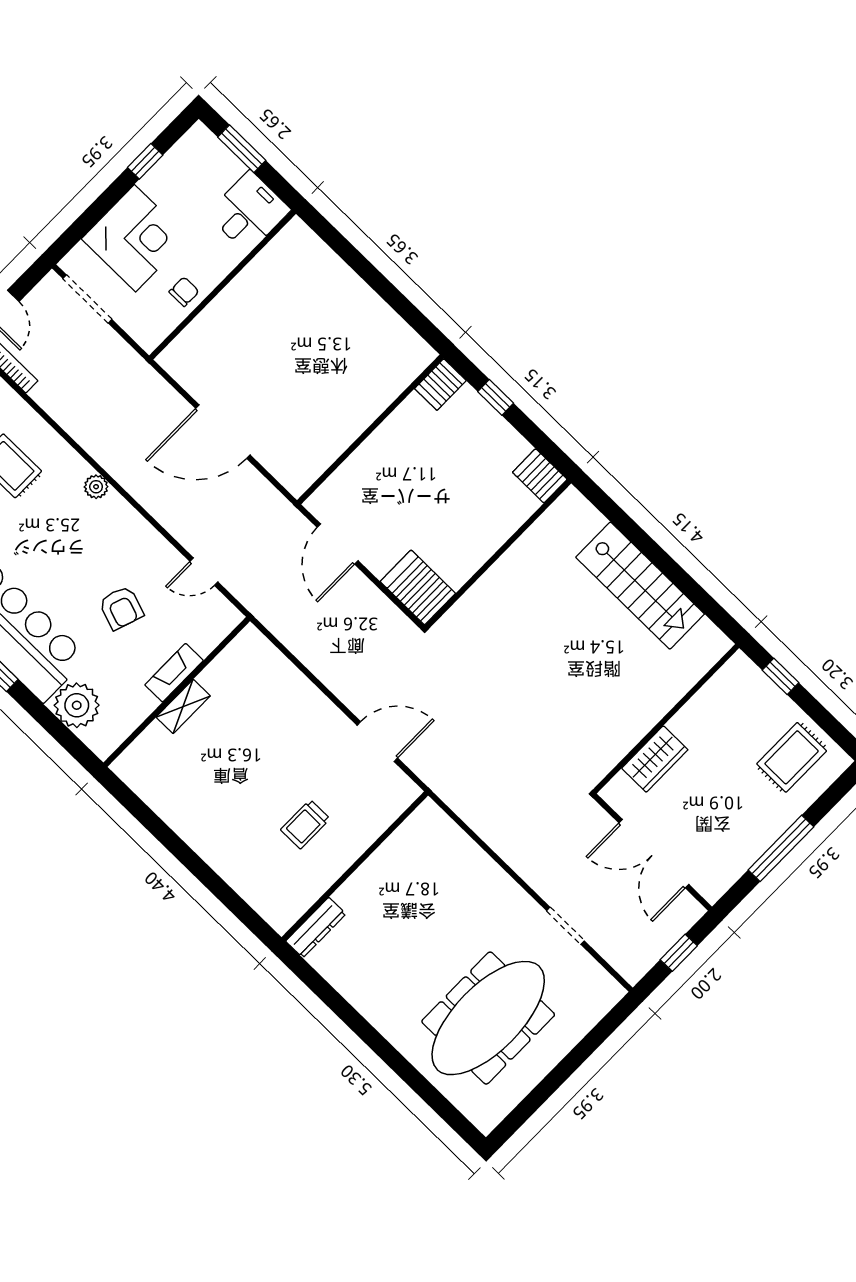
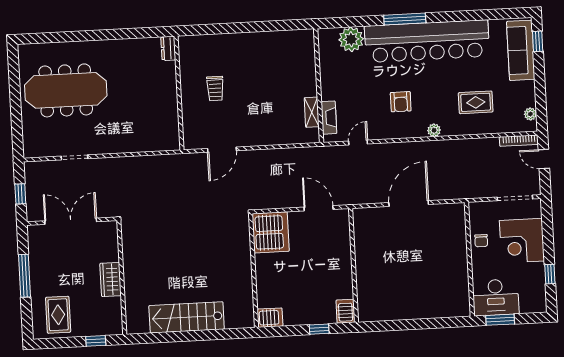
window: (242, 149) -> (500, 320), moved
desk: (249, 212) -> (496, 297), width x1.37
server rack: (418, 587) -> (271, 232), width x1.60
armchair: (121, 608) -> (401, 102), moved, turned -109
fireplace: (174, 673) -> (329, 118), moved
shelving: (183, 706) -> (312, 112), moved
wardrobe: (655, 759) -> (111, 279), moved
trolley: (305, 824) -> (215, 88), turned 180
dresser: (316, 928) -> (168, 48), width x0.70
meeting table: (488, 1018) -> (66, 90), turned 90

